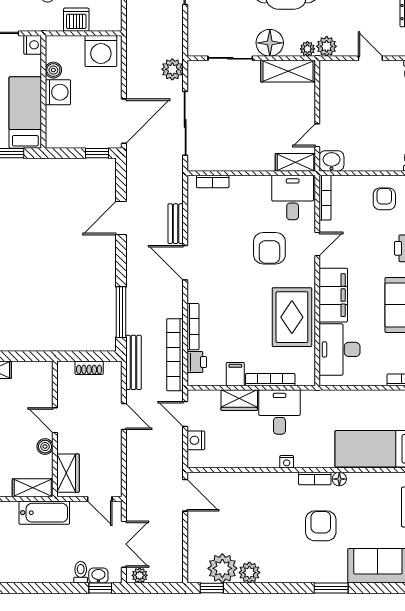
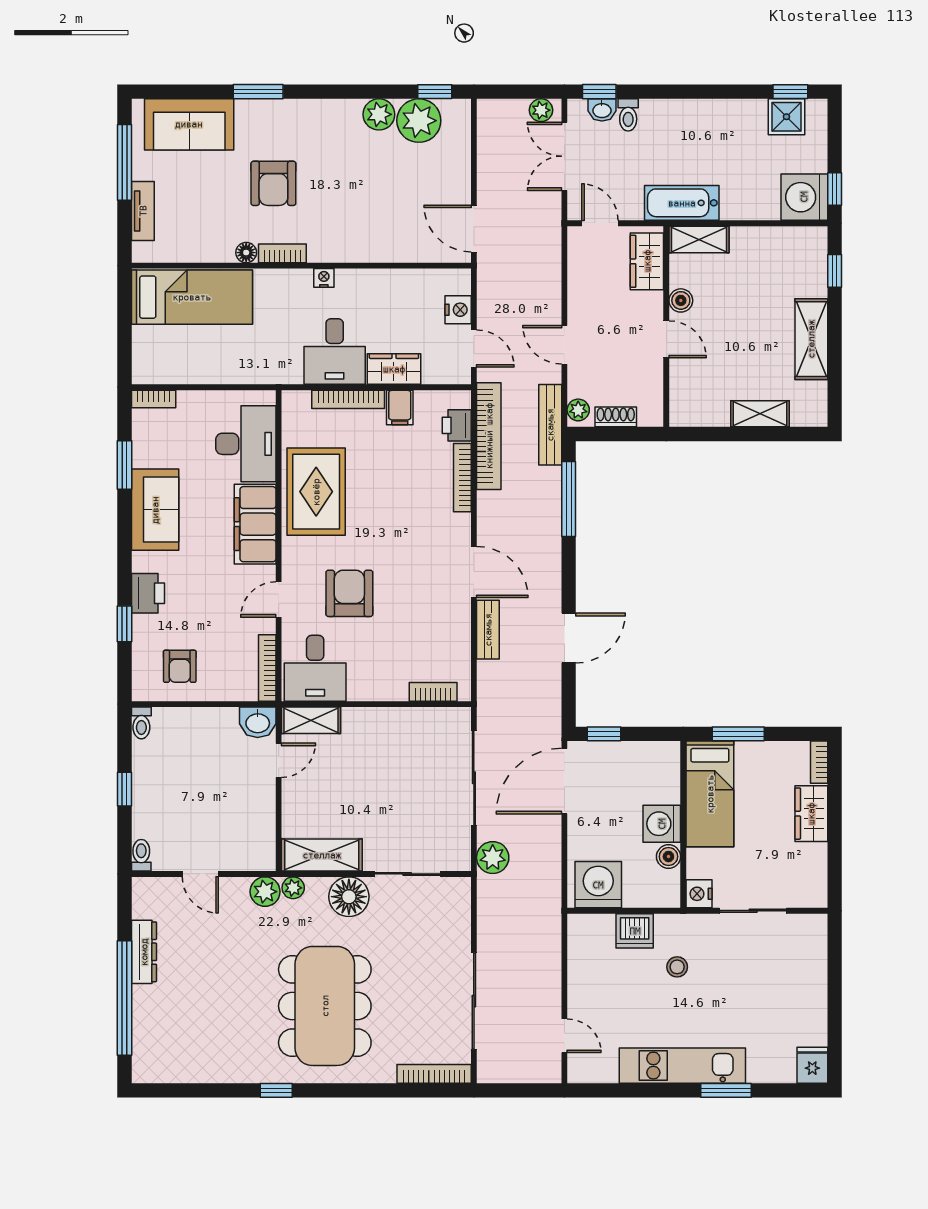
plant: (114, 372) -> (578, 410), added

